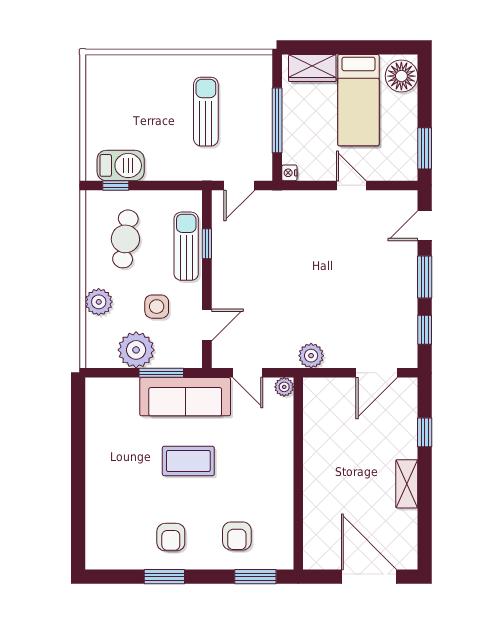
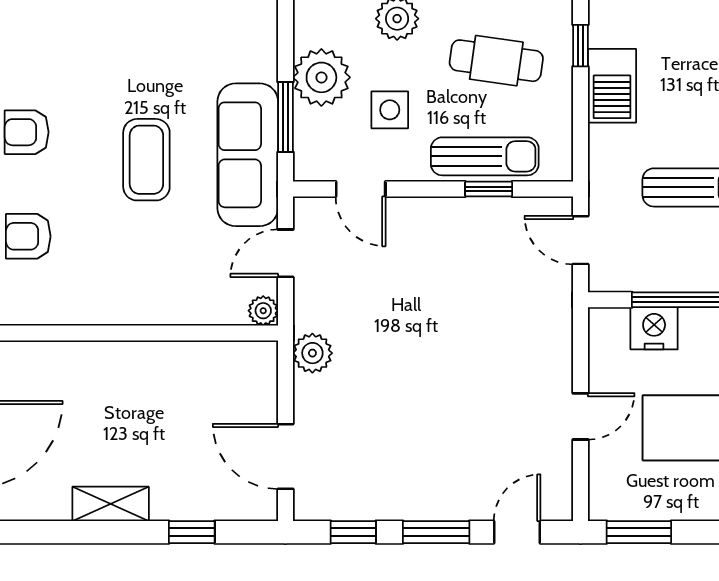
barbecue: (121, 165) -> (612, 86), moved
nightstand: (289, 173) -> (654, 328), moved, width x1.89, depth x1.79
door: (425, 226) -> (517, 532), hinge flipped

